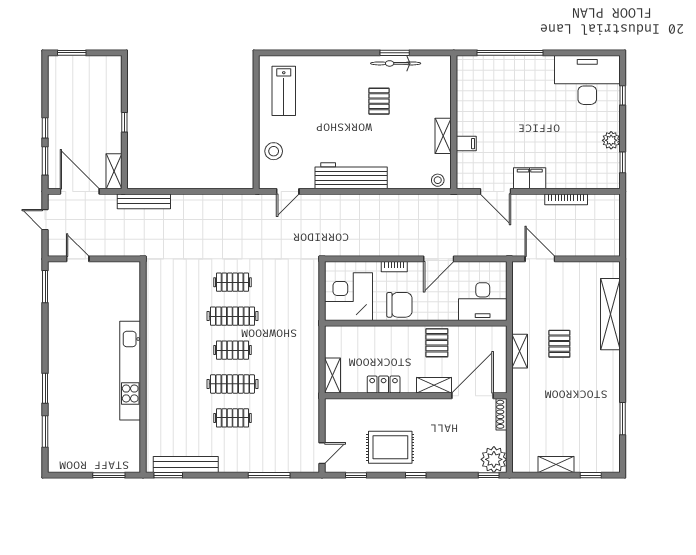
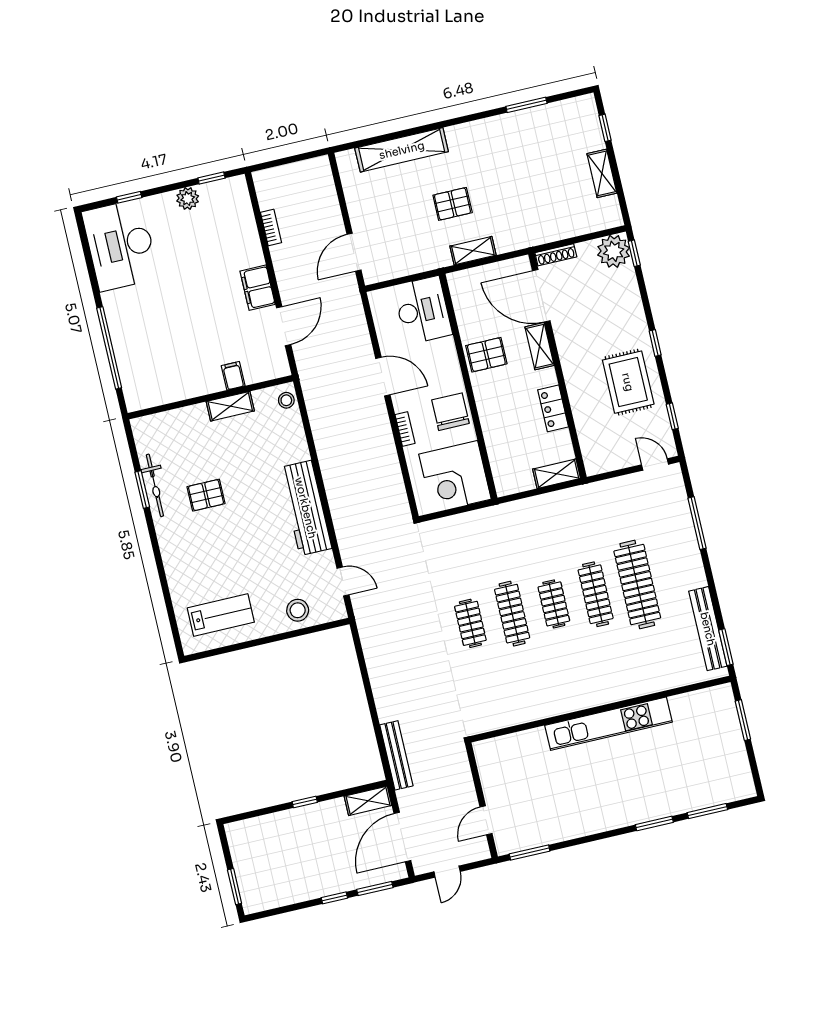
bookcase: (566, 199) -> (271, 228), width x0.64
clothes rail: (232, 418) -> (637, 585), width x1.86, depth x1.31

